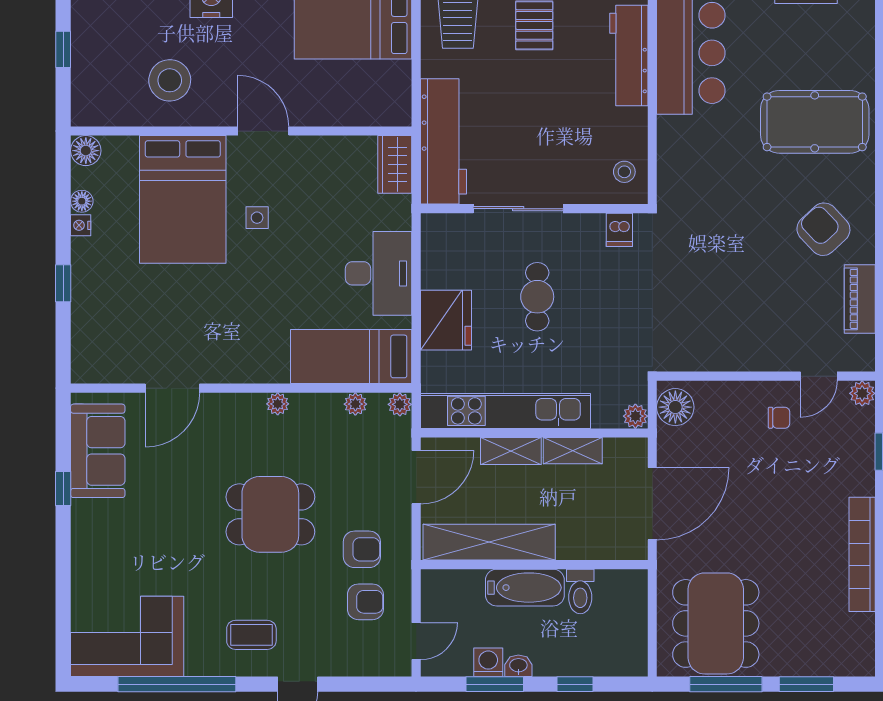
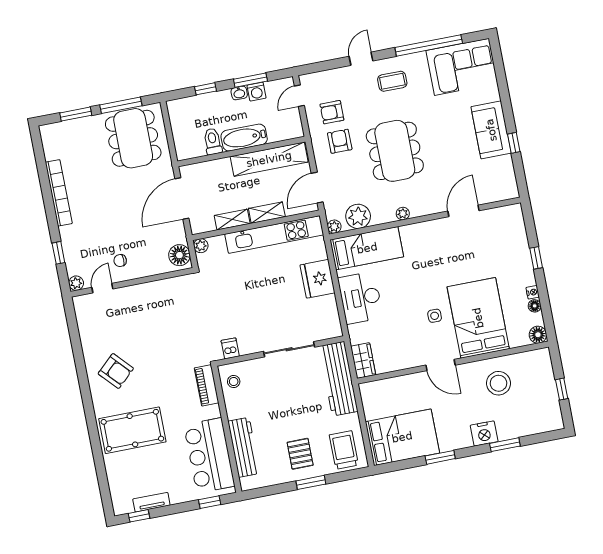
cafe table: (537, 297) -> (269, 302), removed
piano: (860, 299) -> (207, 385), moved, turned 180
plant: (355, 404) -> (358, 216), width x1.88, depth x1.88
sofa: (98, 451) -> (491, 130), moved
dining table: (270, 514) -> (395, 151), width x1.38
armchair: (362, 549) -> (340, 141), turned 90

